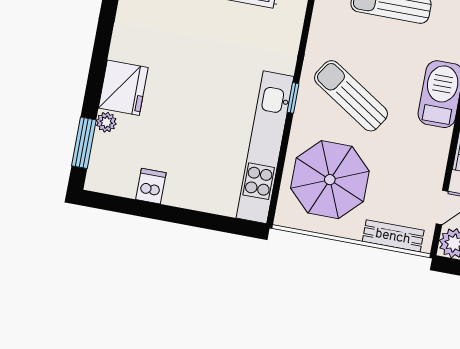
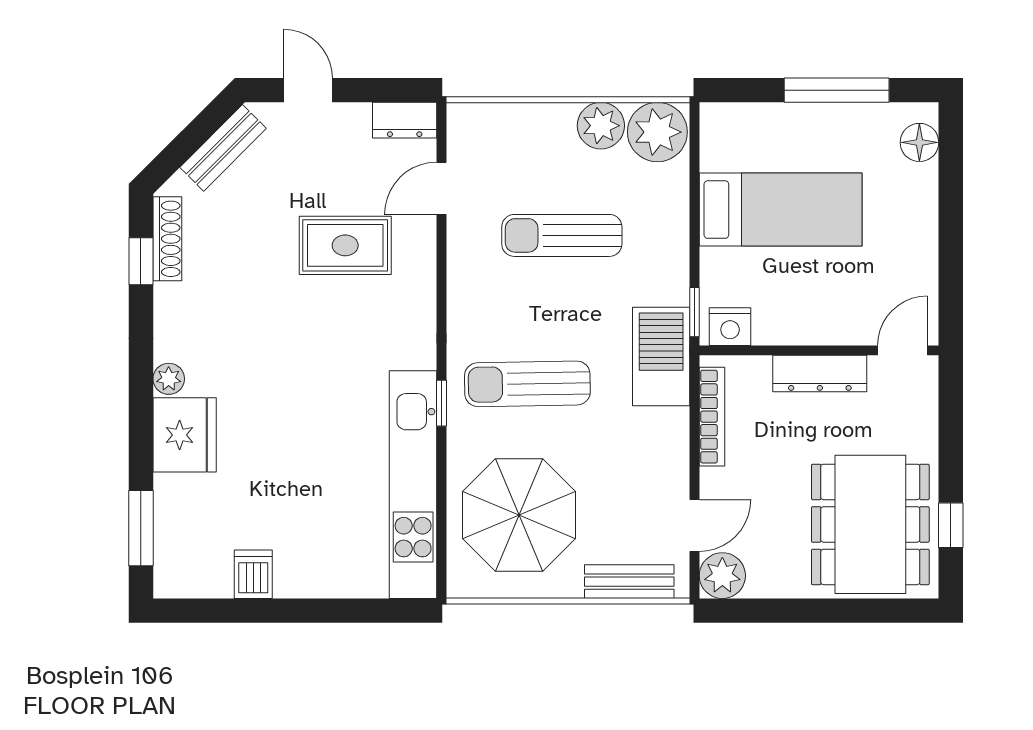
sun lounger: (351, 96) -> (527, 384), turned -34
plant: (106, 122) -> (169, 379), moved

